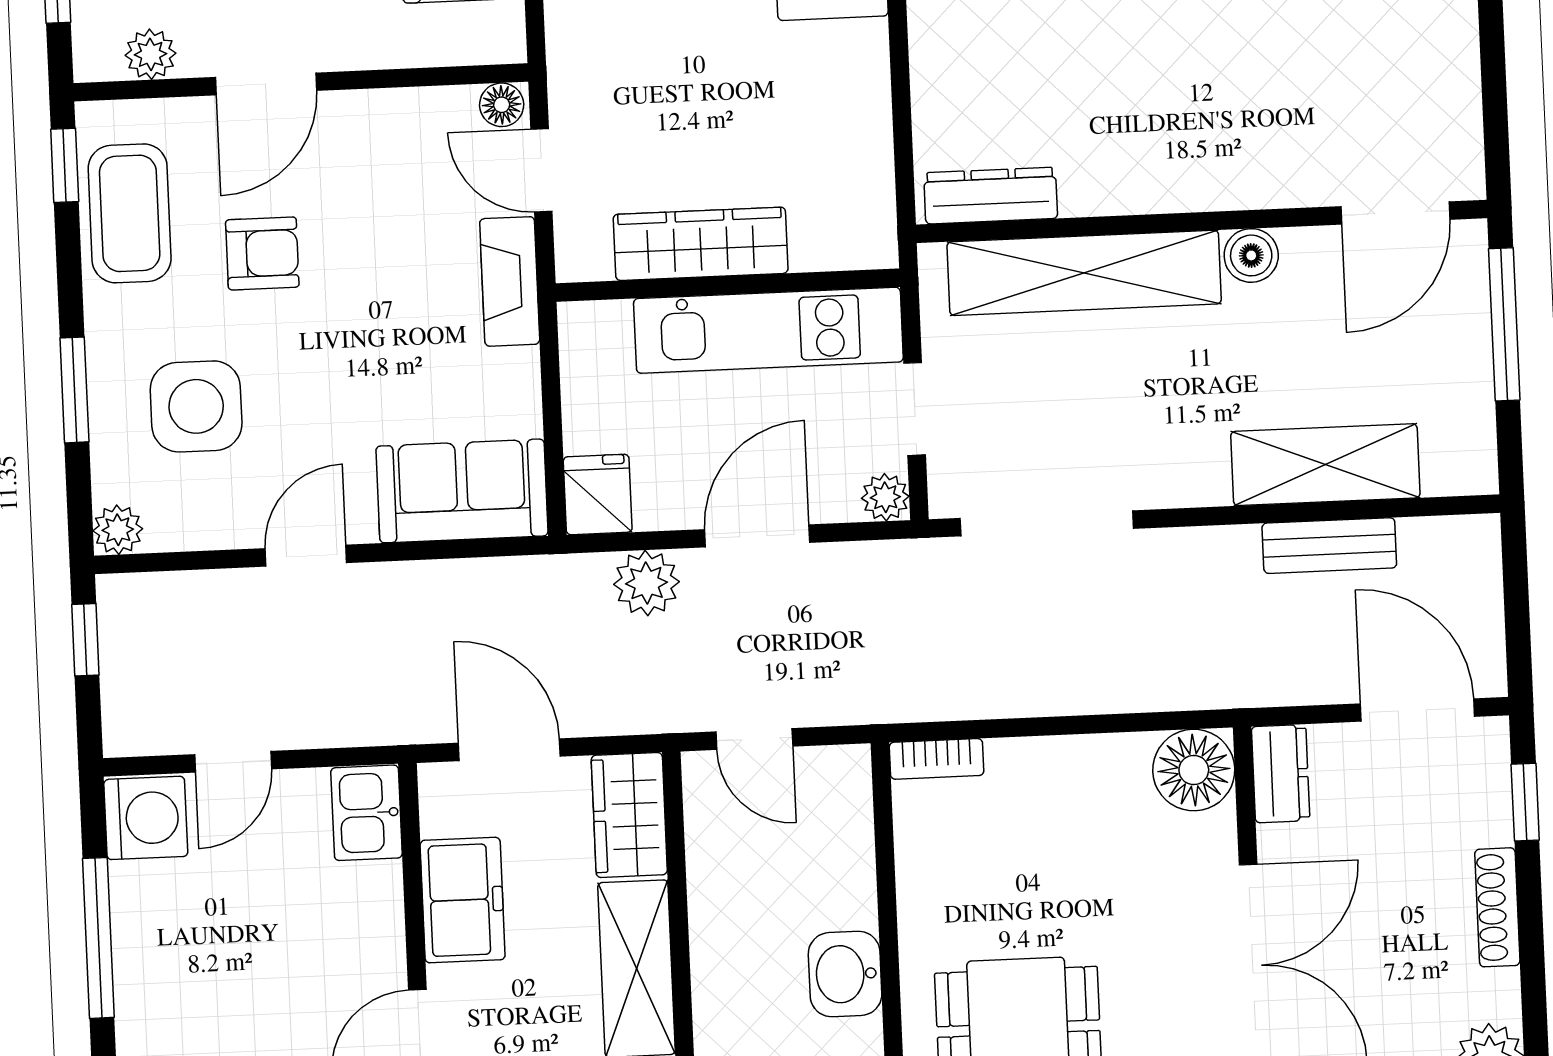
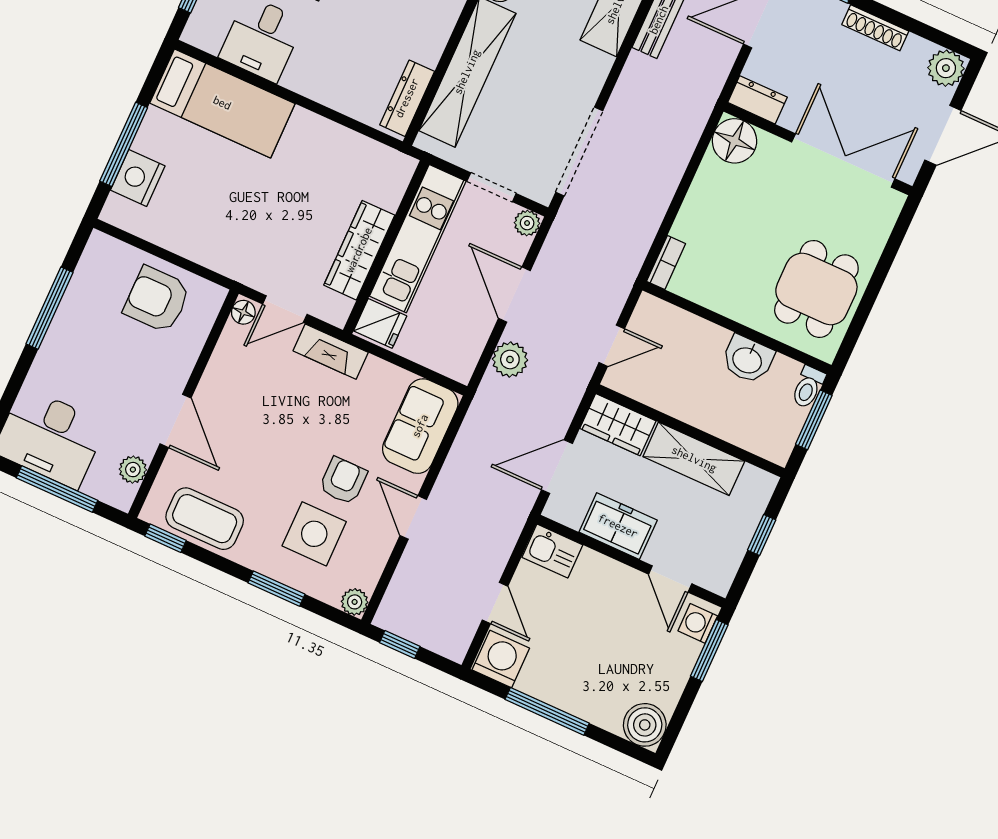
armchair: (262, 253) -> (343, 481), moved
fridge: (598, 495) -> (380, 323), moved, turned 180

